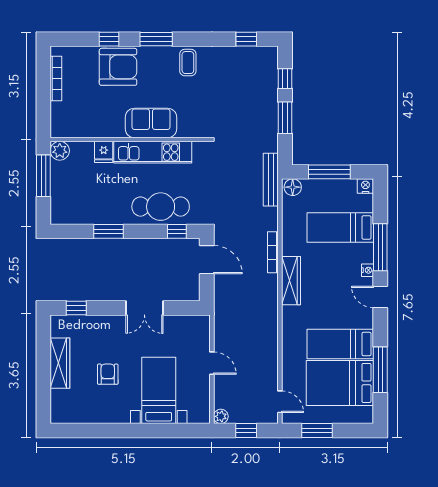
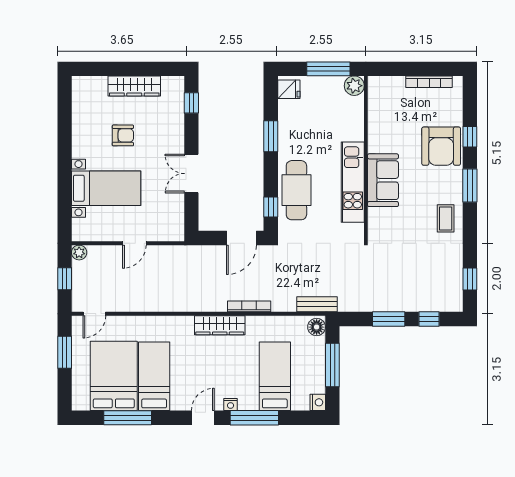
coffee table: (188, 63) -> (446, 218), turned 90
fridge: (104, 152) -> (289, 89), moved, turned 180
bench: (271, 180) -> (317, 304), width x0.73

